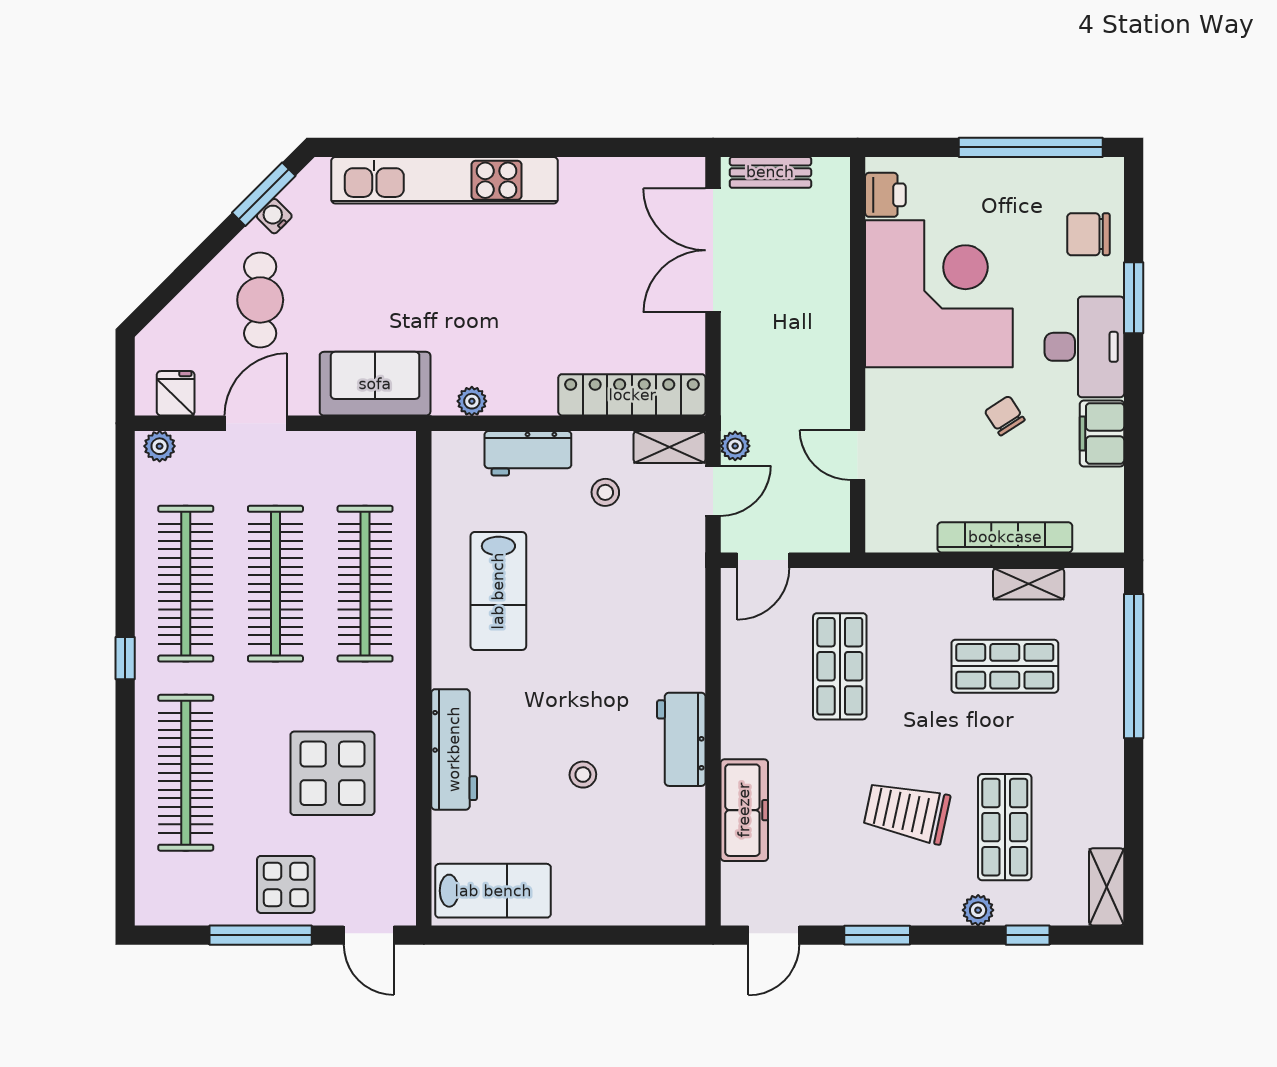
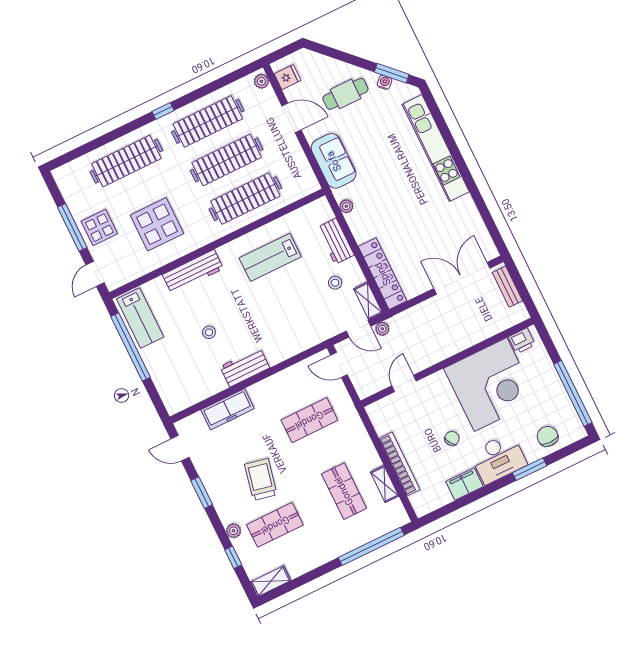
window: (538, 935) -> (131, 347), added

